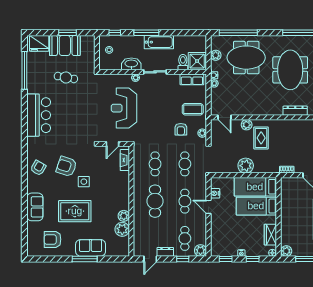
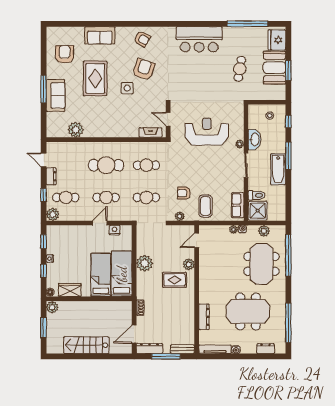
plant: (124, 216) -> (90, 131), removed

